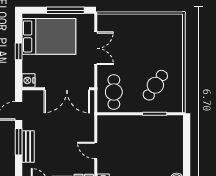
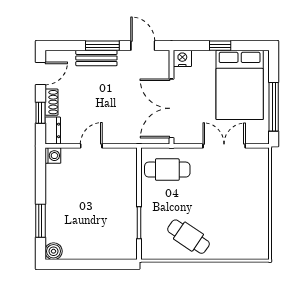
double door: (96, 48) -> (224, 146), swing flipped
cafe table: (155, 85) -> (188, 237), moved

